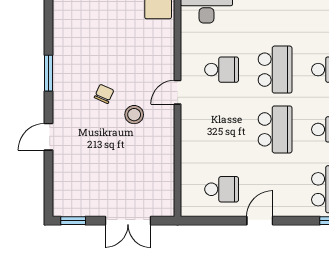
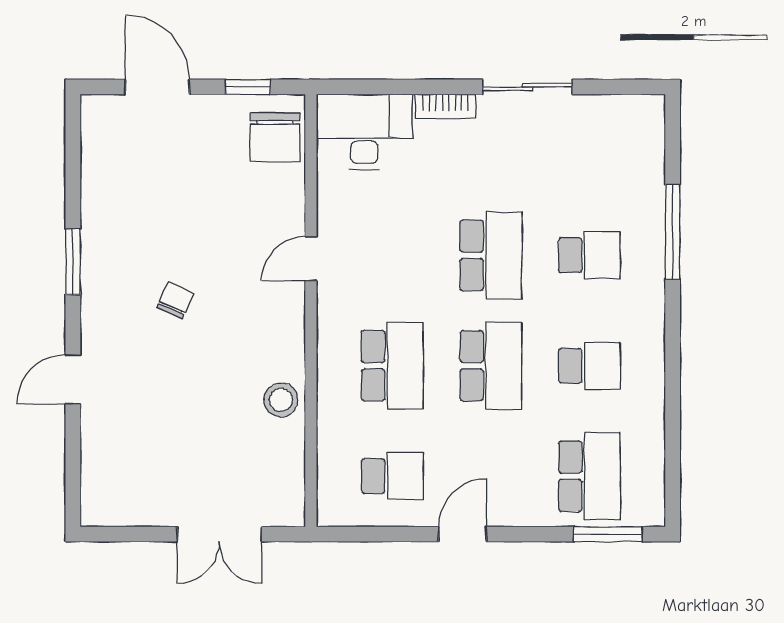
school desk: (222, 70) -> (392, 366), moved, width x1.85
door: (178, 92) -> (311, 259), moved
stool: (134, 115) -> (281, 400), moved
window: (73, 221) -> (118, 534), removed

